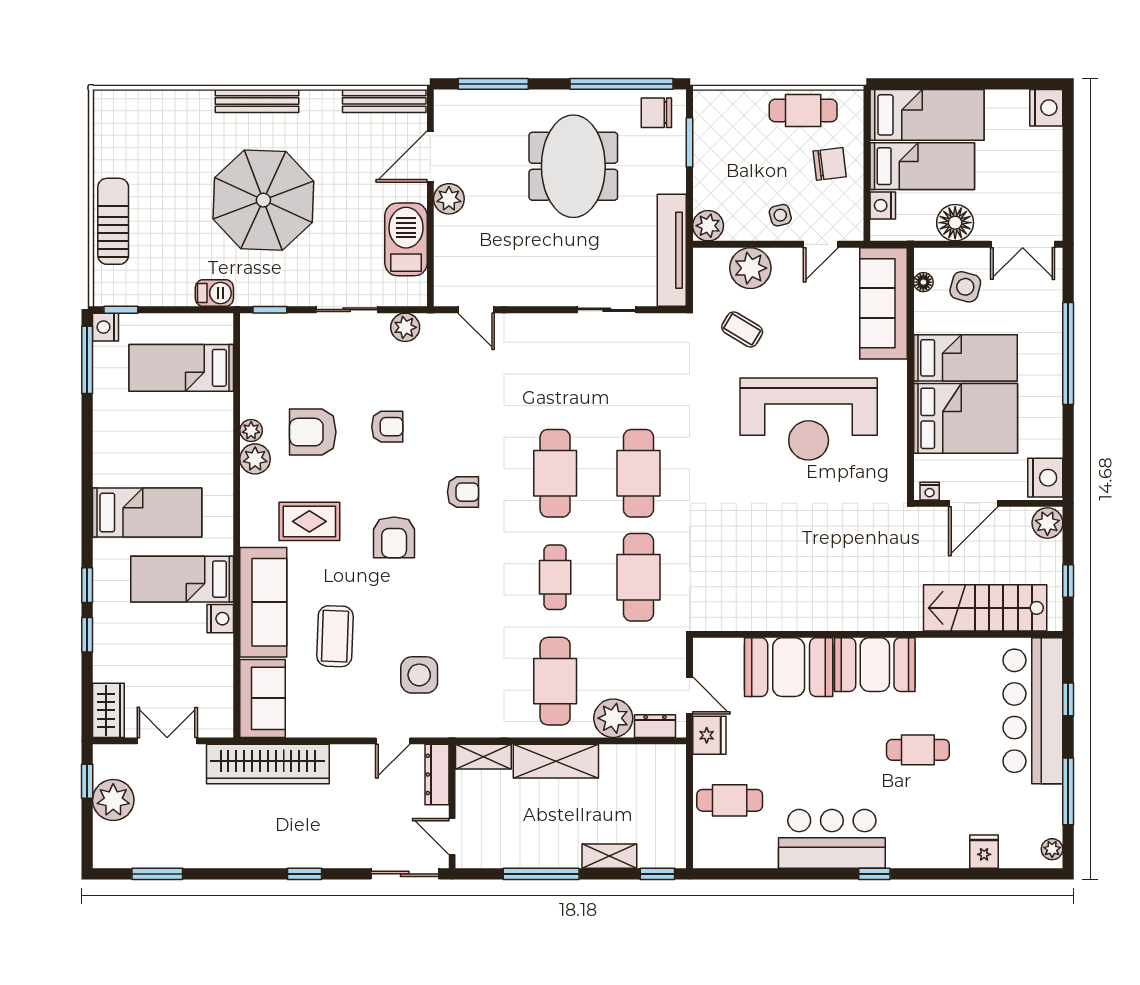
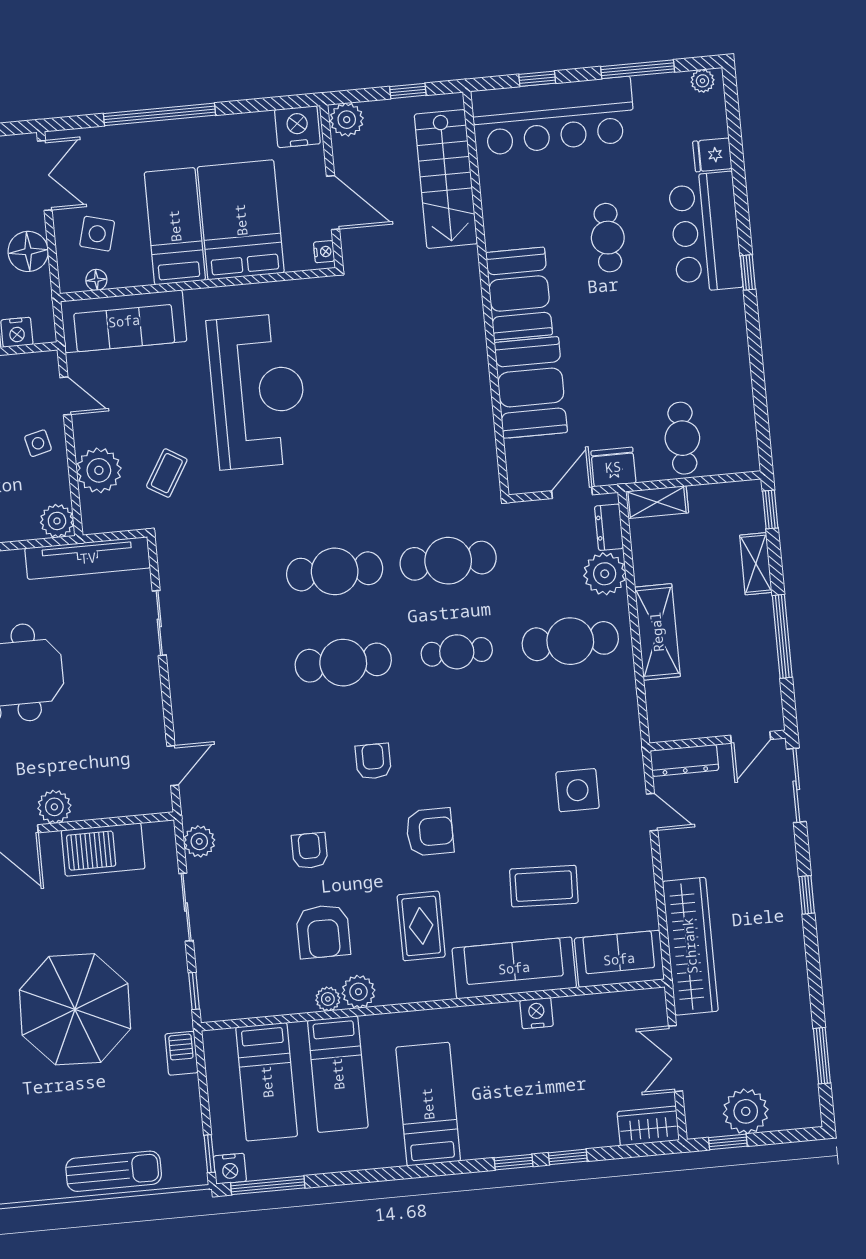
sun lounger: (113, 221) -> (114, 1171), turned 180
bed: (182, 579) -> (338, 1074), moved
shelving: (483, 757) -> (657, 502), moved, turned 90
bar counter: (832, 839) -> (705, 232), moved

